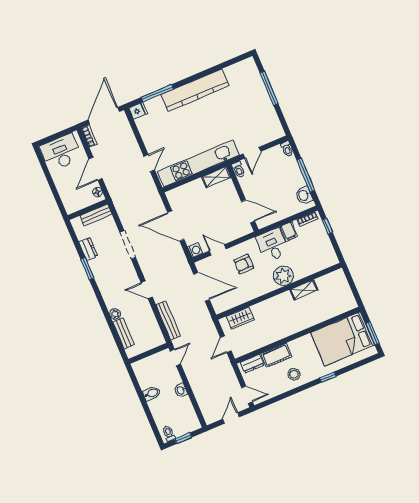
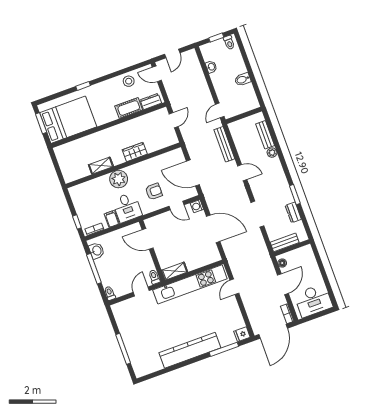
wardrobe: (240, 318) -> (135, 152), moved
stool: (294, 374) -> (129, 81), moved
washbasin: (181, 390) -> (211, 67), moved

